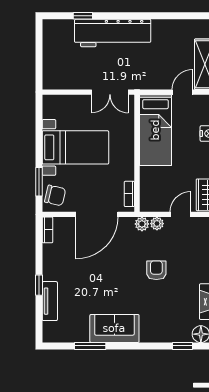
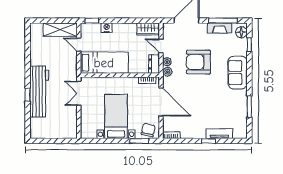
window: (83, 16) -> (28, 95), moved
double door: (110, 92) -> (79, 93), swing flipped
dresser: (153, 204) -> (154, 64), added
armchair: (156, 270) -> (198, 62), width x1.88, depth x1.88
sofa: (114, 328) -> (238, 73), moved

